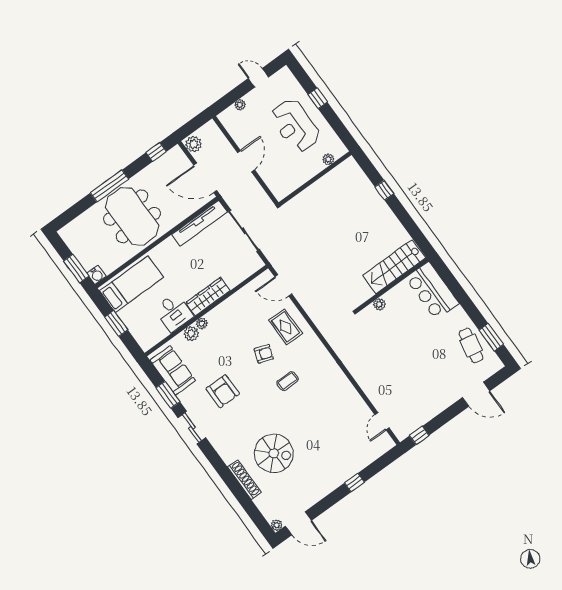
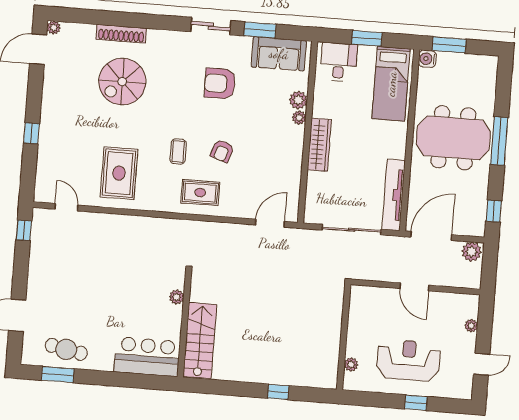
desk: (174, 312) -> (339, 62), moved, turned 90
rug: (286, 327) -> (200, 193), moved
rug: (333, 407) -> (119, 173), added

